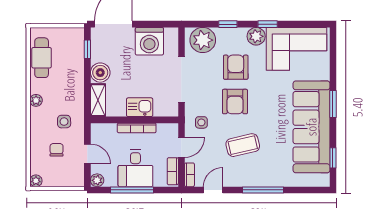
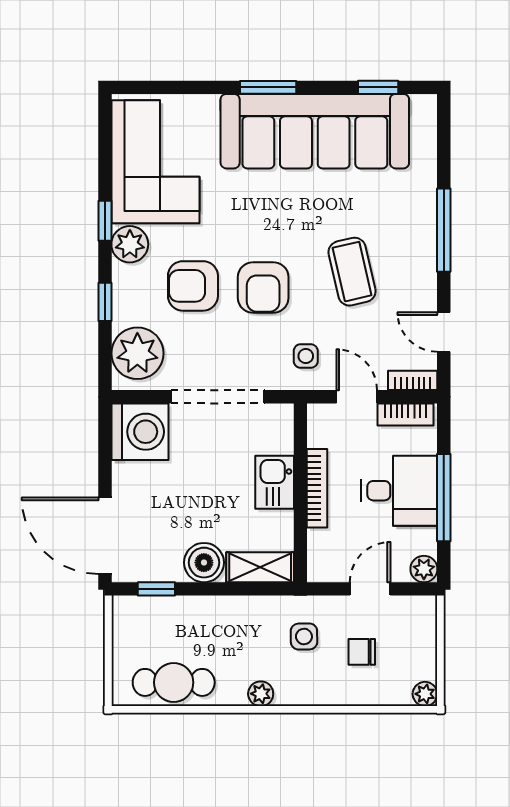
washing machine: (149, 41) -> (140, 432), moved
armchair: (235, 102) -> (263, 287), turned 90

